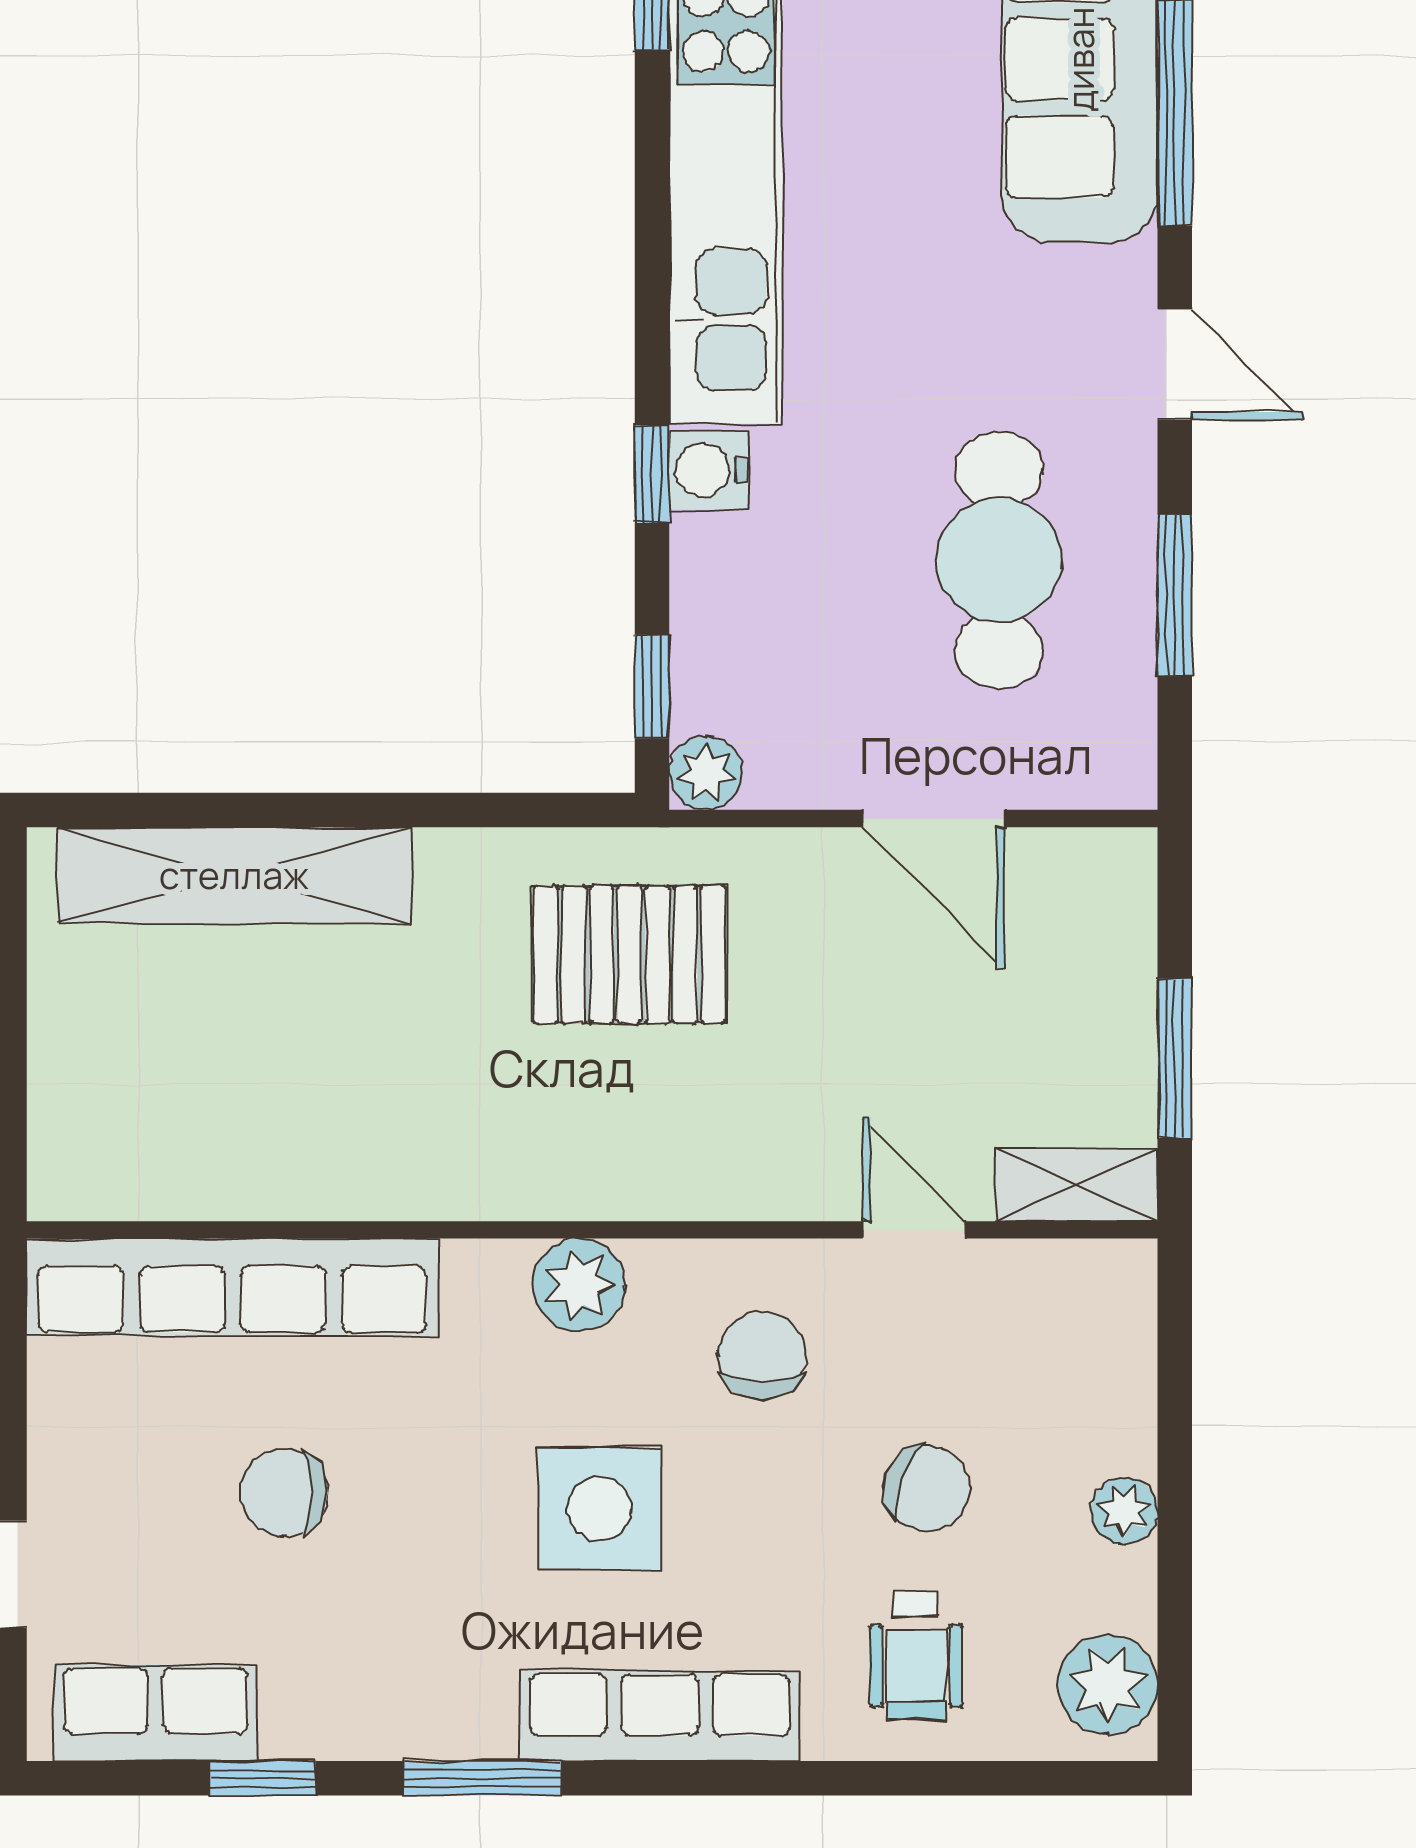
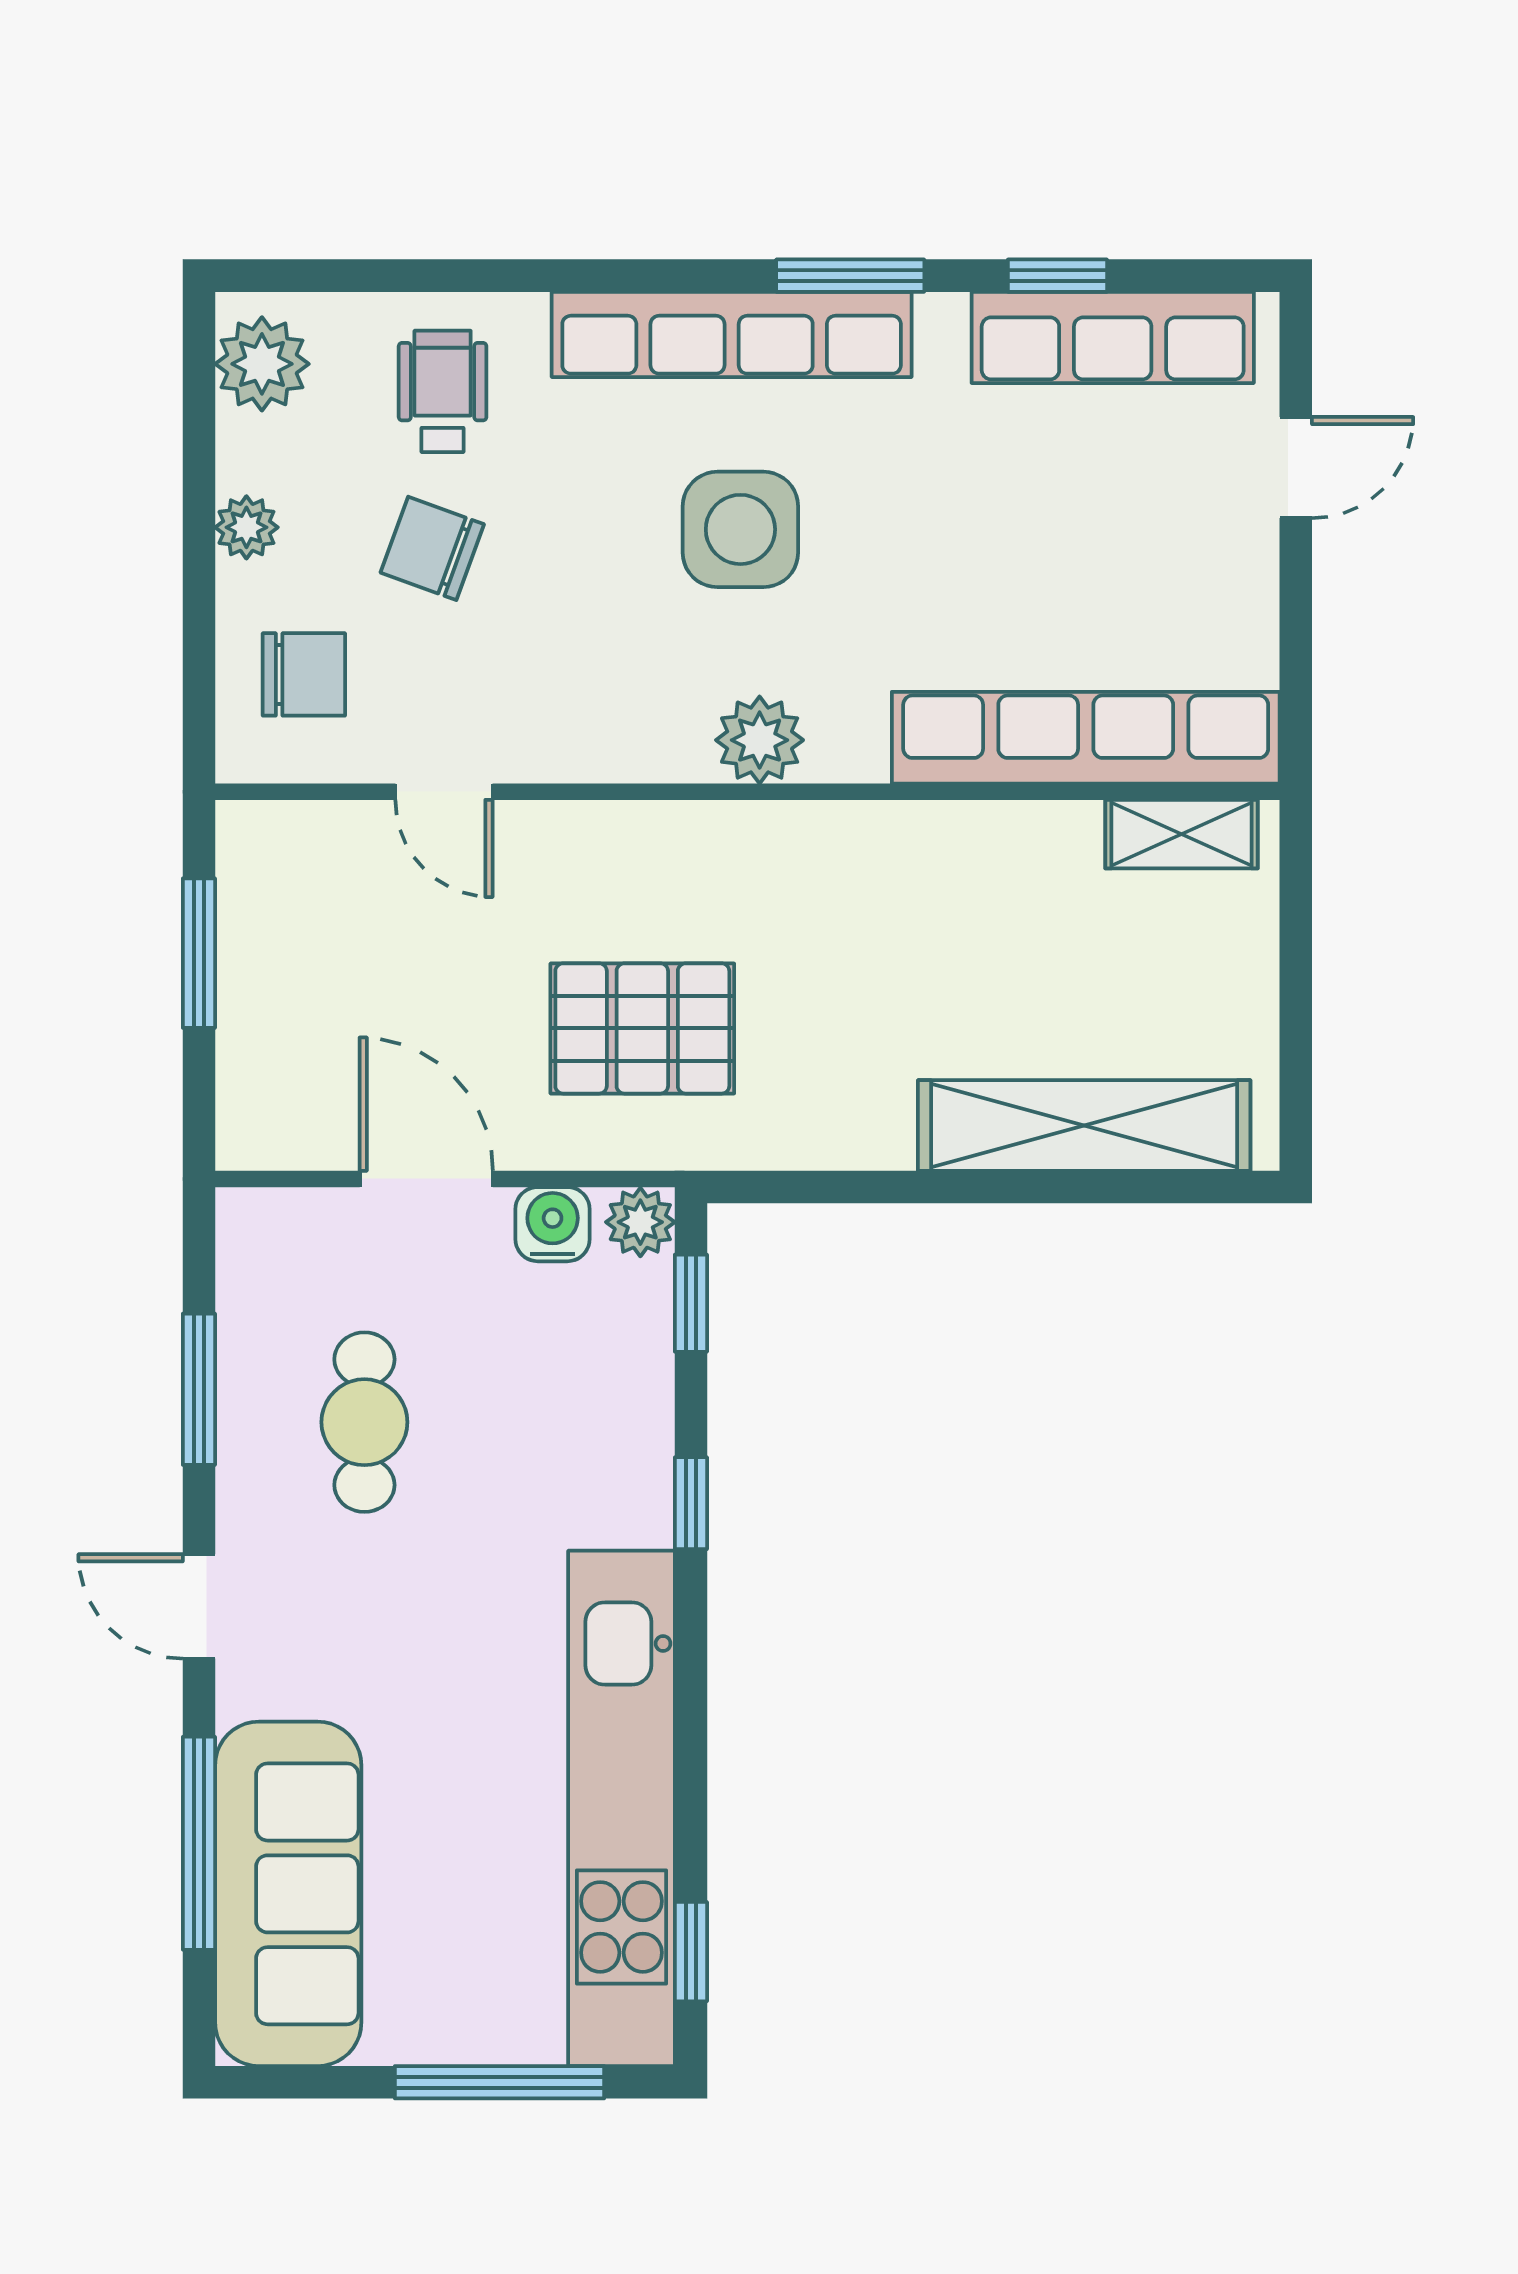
water cooler: (709, 470) -> (553, 1224), moved, turned -90
cafe table: (999, 560) -> (364, 1422), width x0.73, depth x0.74
pallet: (629, 954) -> (642, 1028), moved
shelving: (1077, 1185) -> (1181, 834), moved
chair: (762, 1355) -> (304, 674), moved, turned -90
chair: (284, 1492) -> (1037, 545), removed
row of seats: (155, 1713) -> (1113, 337), width x1.48
row of seats: (660, 1716) -> (732, 334), width x1.36

